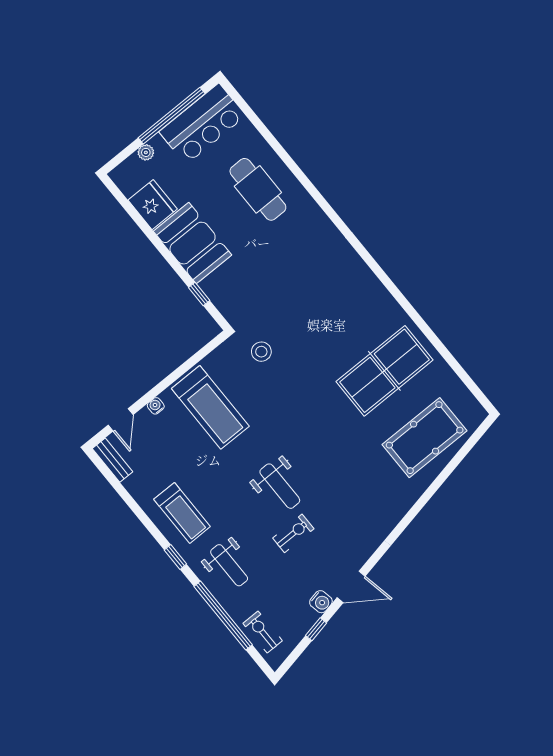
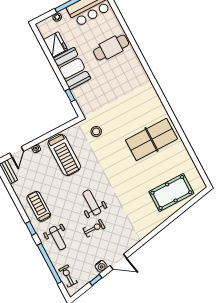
cafe table: (258, 189) -> (111, 48), turned 90
table tennis table: (385, 371) -> (152, 139), moved
weight bench: (280, 486) -> (92, 203), turned 180
treadmill: (182, 513) -> (39, 206), turned 180

